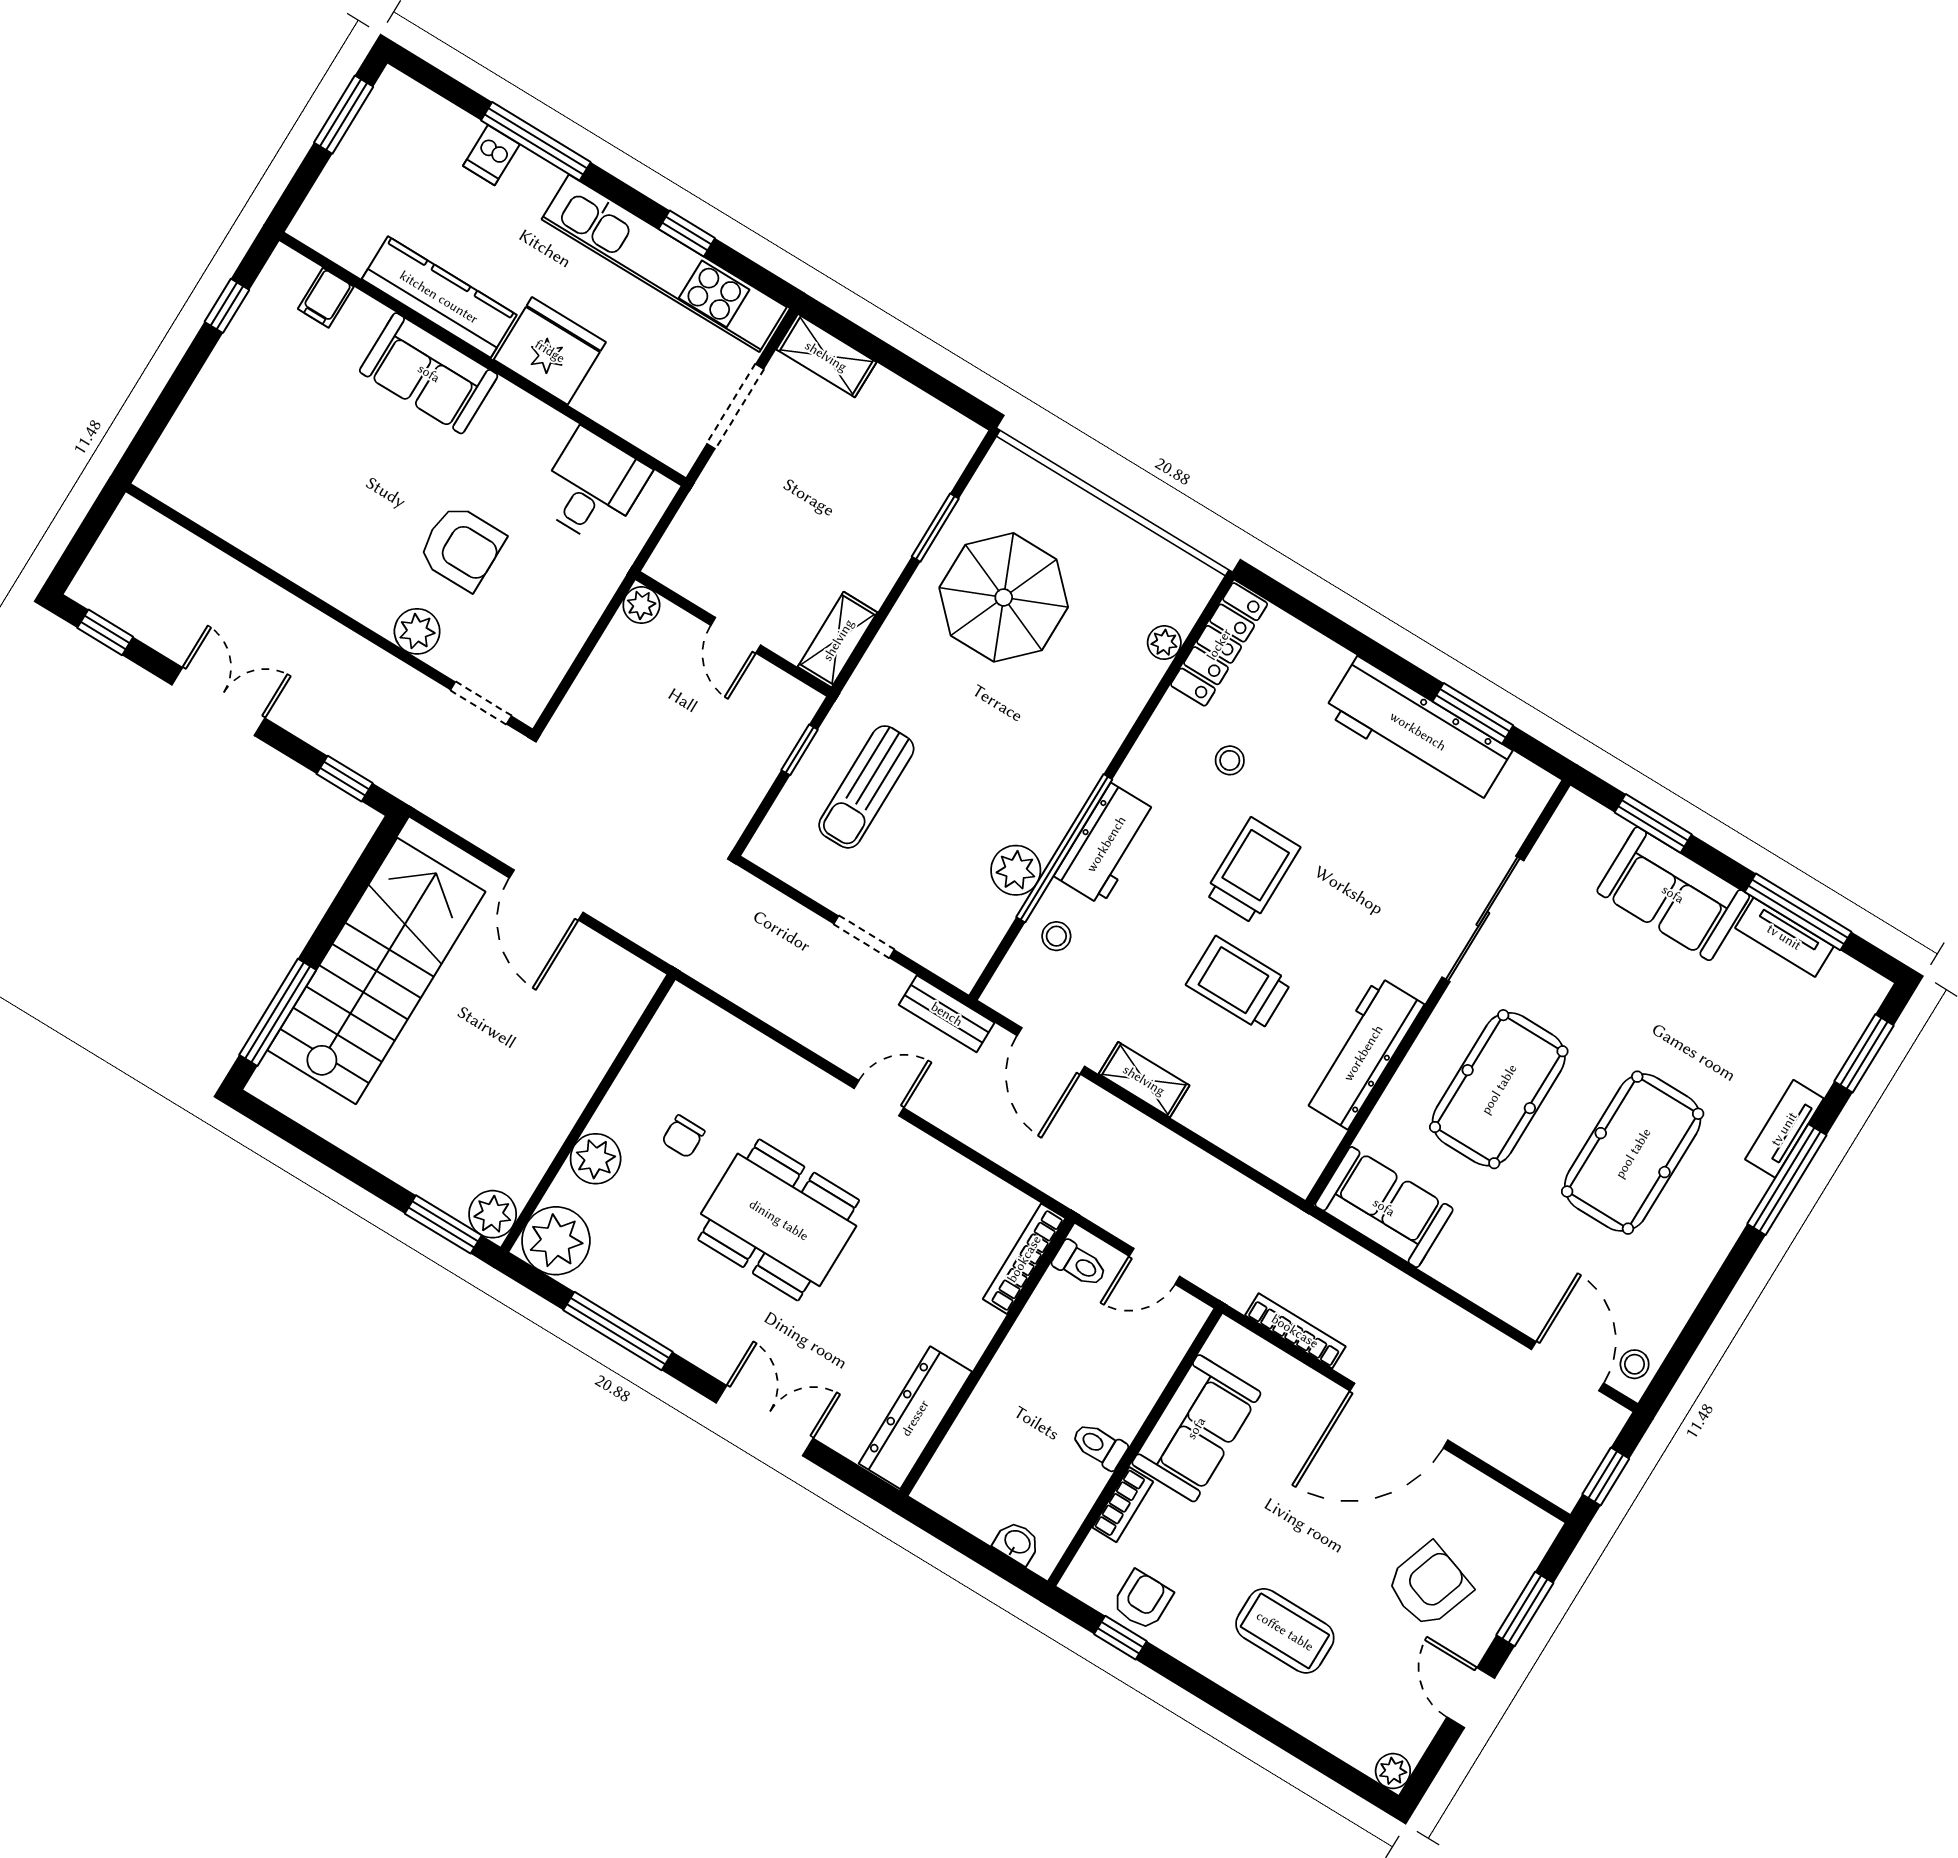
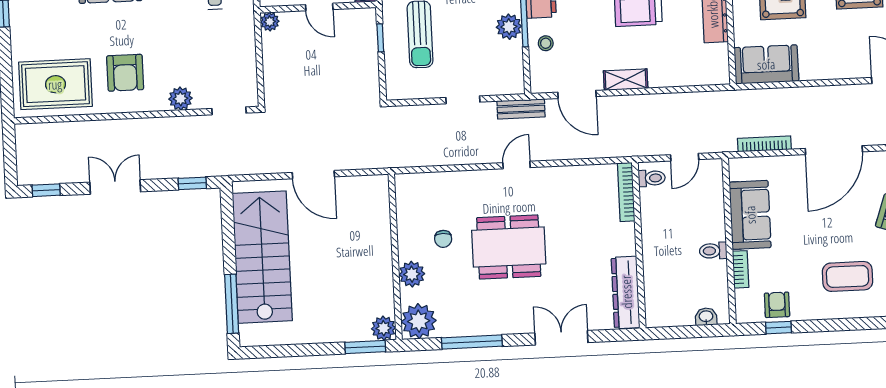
rug: (234, 474) -> (55, 84), added
armchair: (462, 547) -> (125, 73), moved, turned 90

